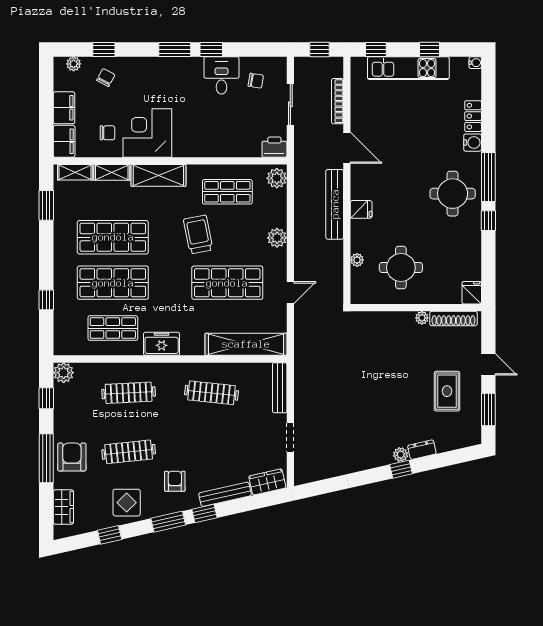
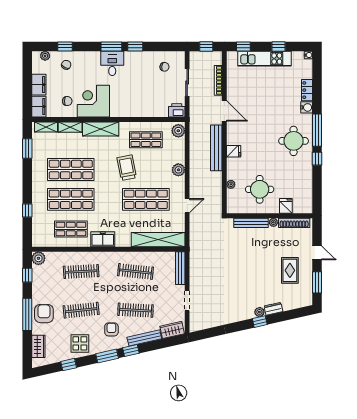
desk: (221, 75) -> (112, 63), moved
fridge: (472, 293) -> (286, 206), moved
bench: (388, 319) -> (251, 223), added
clothes rail: (212, 452) -> (135, 310), added

